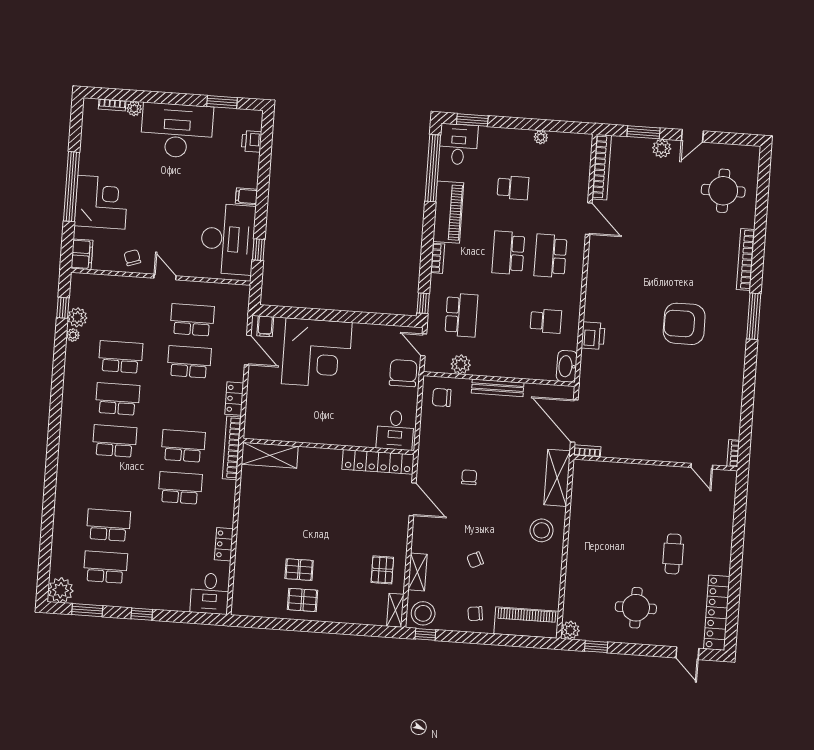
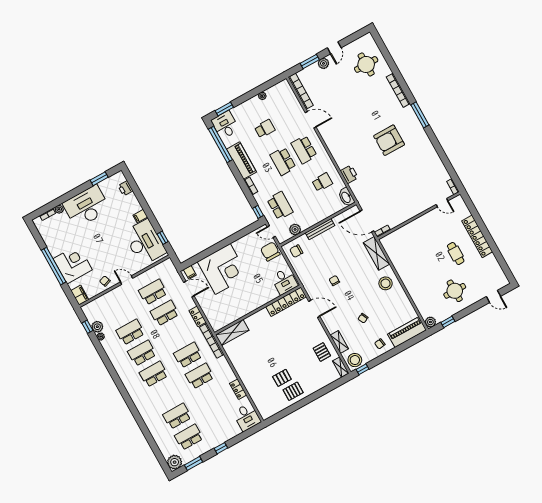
locker: (717, 613) -> (477, 236), moved

